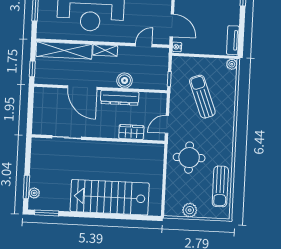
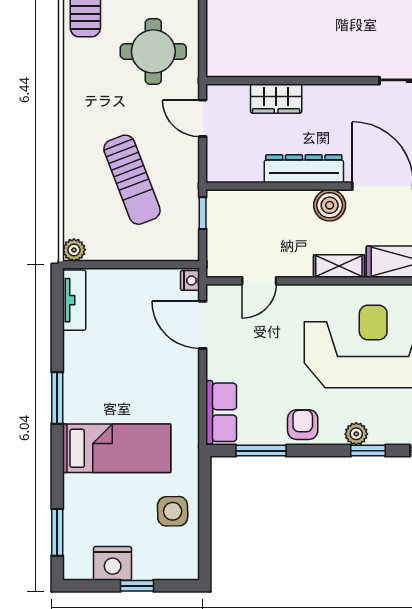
boiler: (125, 81) -> (330, 205), moved
door: (167, 124) -> (203, 118), swing flipped

